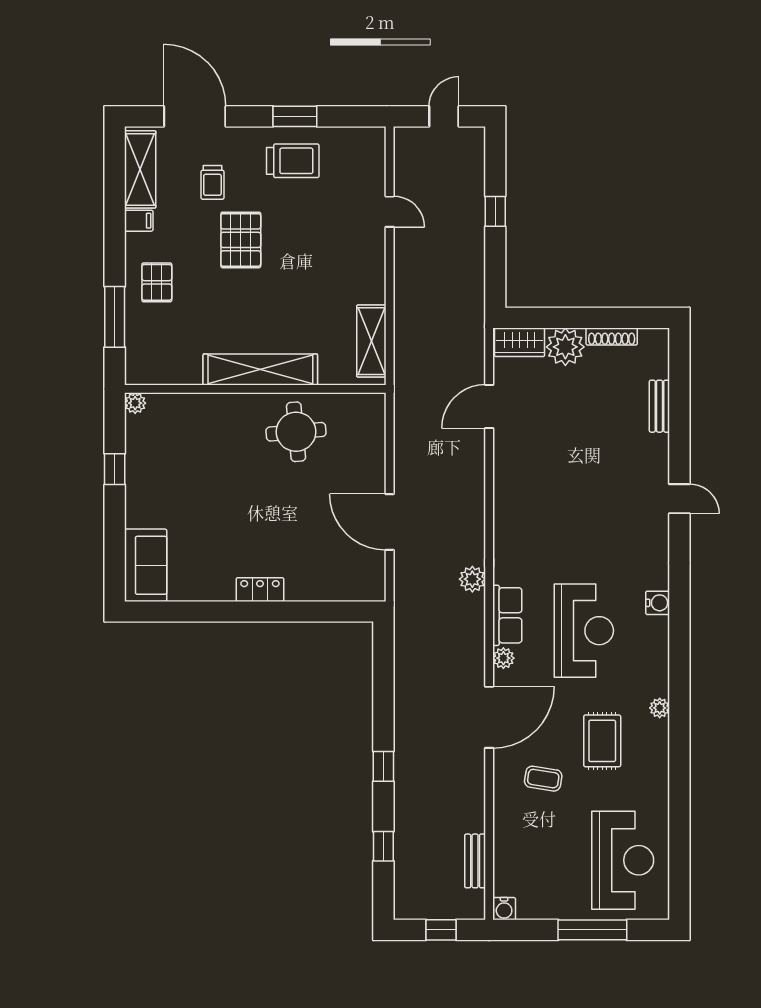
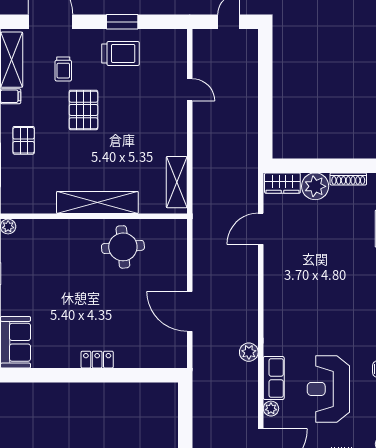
window: (495, 211) -> (265, 90), removed
reception desk: (584, 631) -> (328, 389), turned 180

